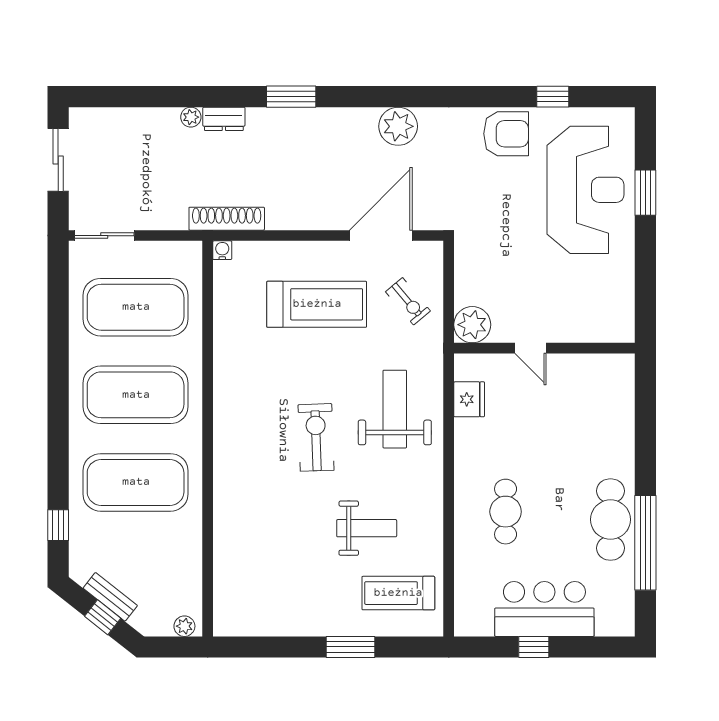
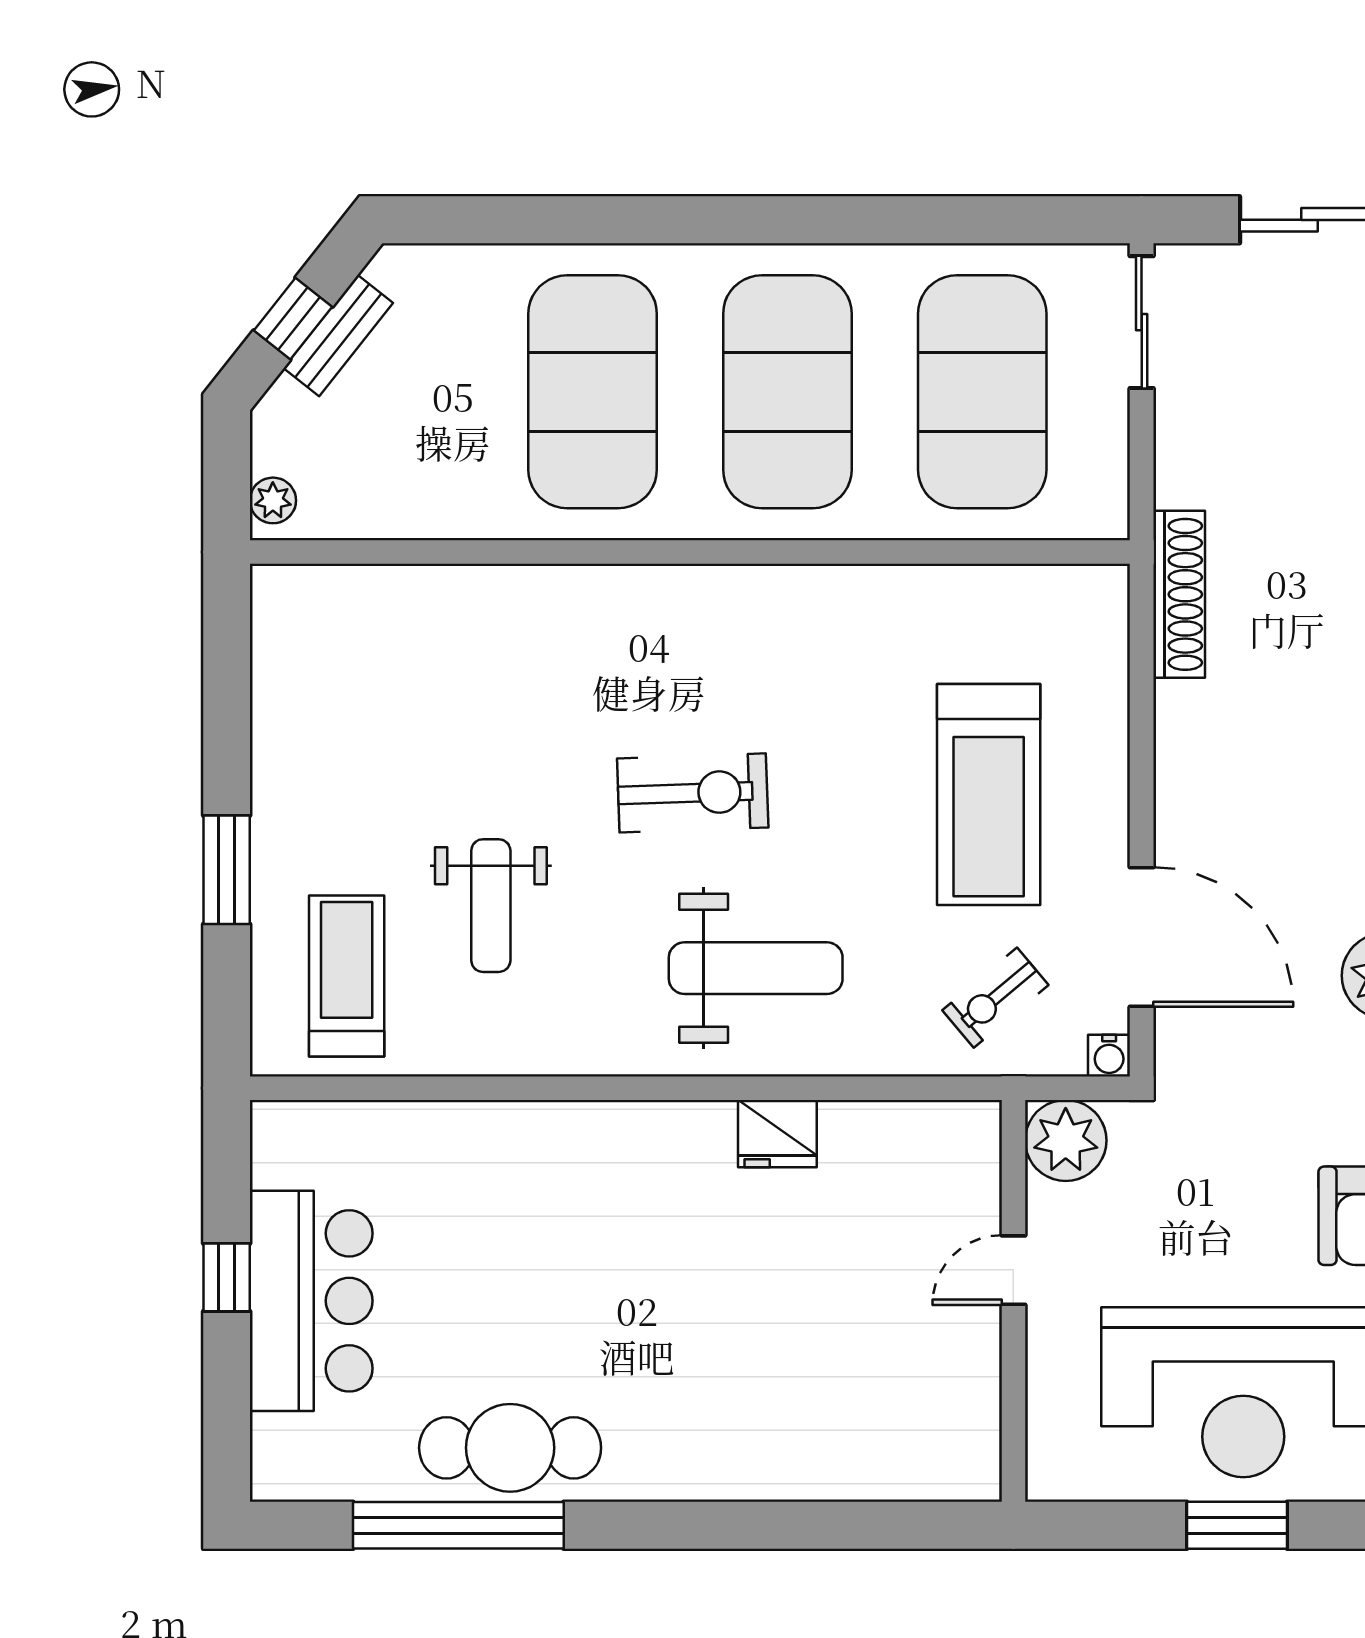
water cooler: (222, 250) -> (1109, 1056), moved, turned 90
plant: (472, 325) -> (1066, 1140), moved
door: (531, 348) -> (1013, 1270), moved
wall: (544, 348) -> (1013, 1301), moved
cafe table: (506, 512) -> (528, 1214), removed
window: (58, 525) -> (498, 220), removed

